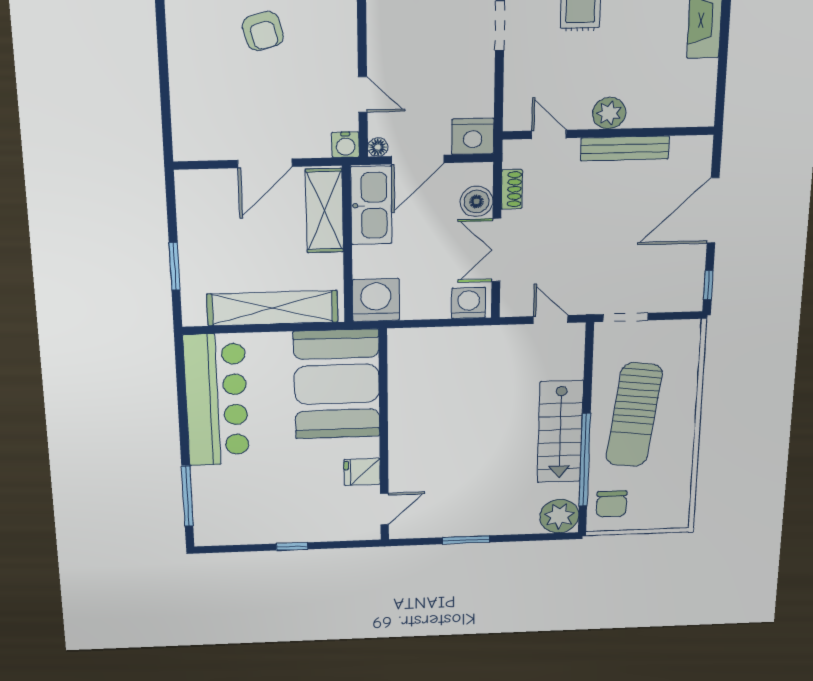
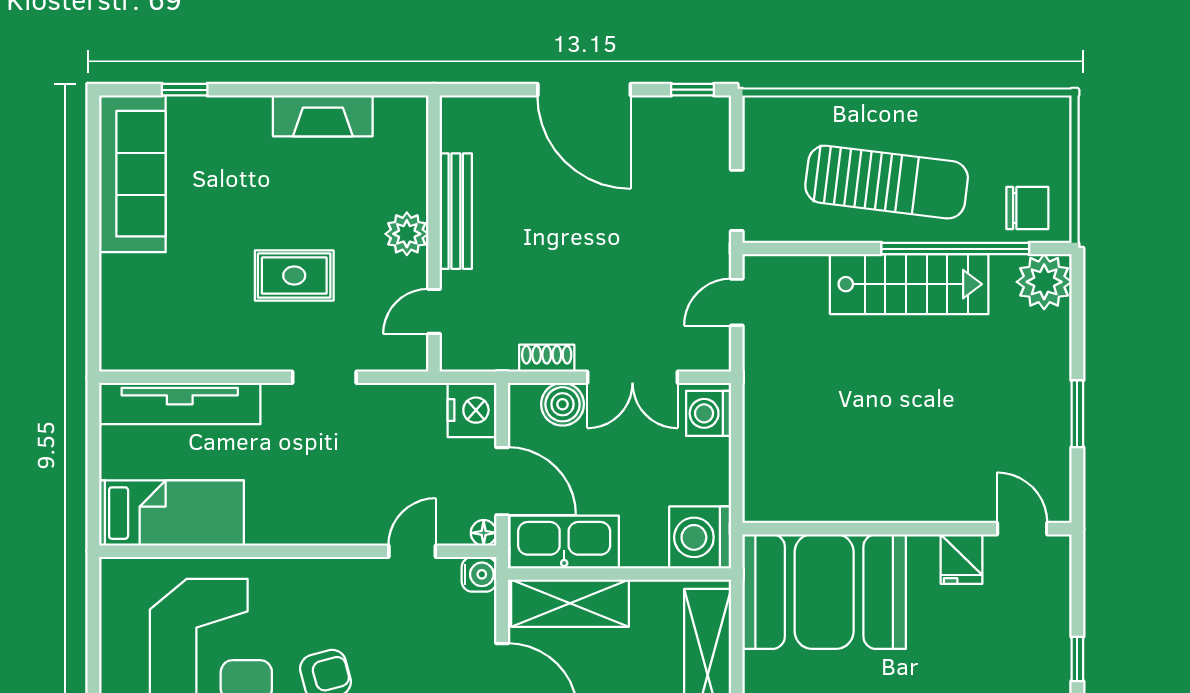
plant: (609, 113) -> (407, 234), moved
wall: (609, 133) -> (434, 233), moved
door: (549, 134) -> (434, 311), moved
bench: (625, 148) -> (456, 211), moved

